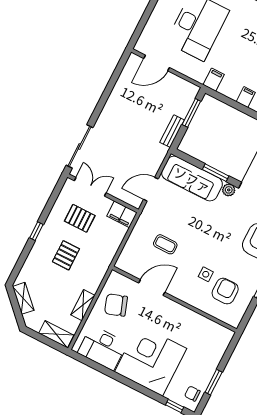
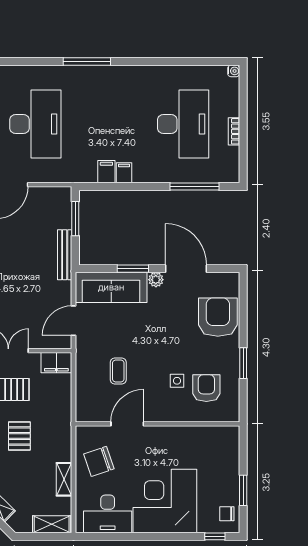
filing cabinet: (214, 80) -> (106, 172), moved
bench: (172, 131) -> (65, 255), width x1.36
coffee table: (165, 244) -> (118, 371), turned 90

